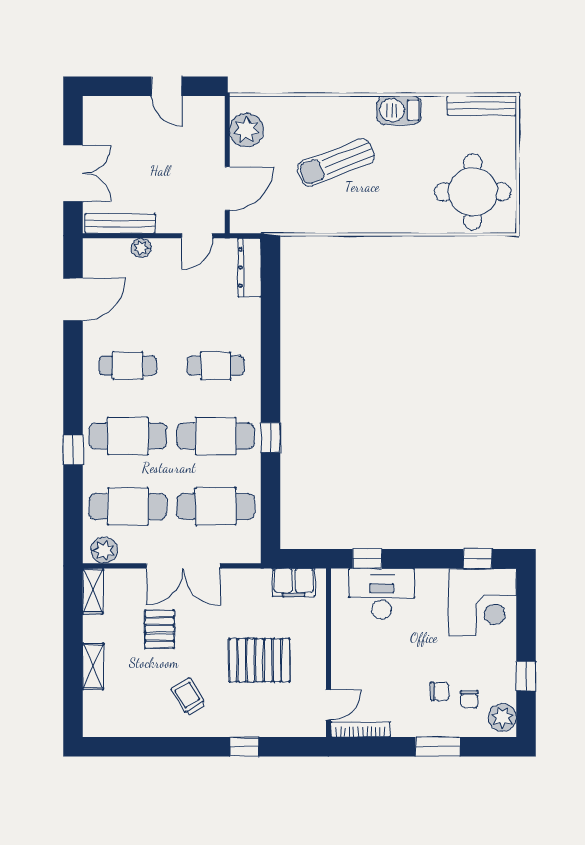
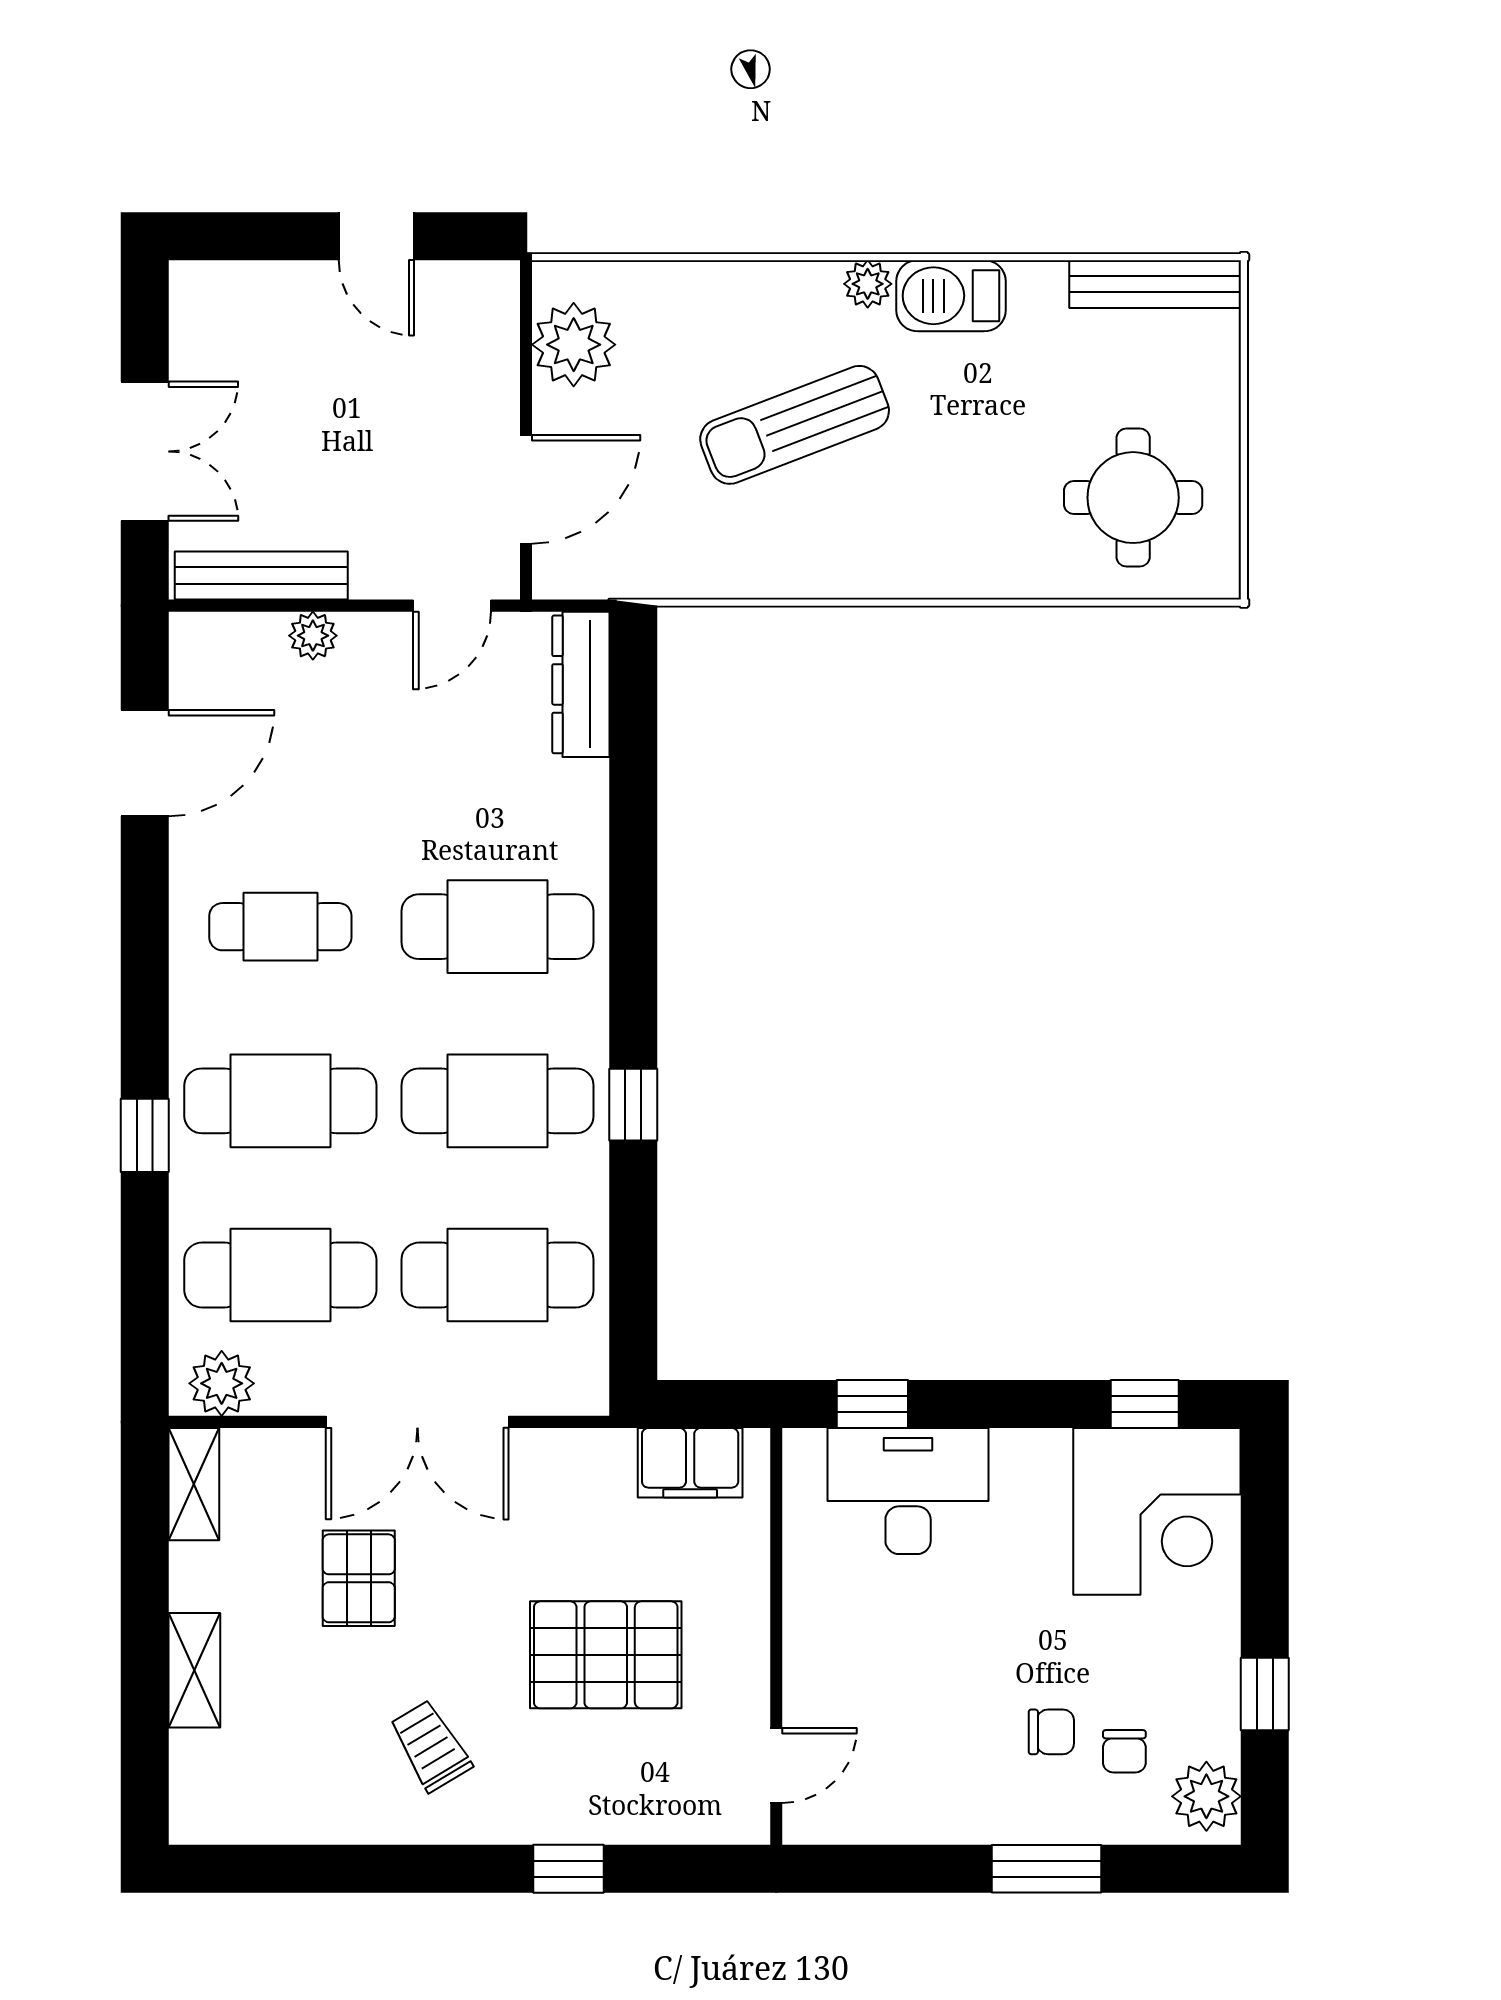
plant: (365, 106) -> (868, 284), added
round table: (473, 192) -> (1133, 498), width x0.73, depth x0.73
cafe table: (216, 366) -> (498, 927), width x1.37, depth x1.35
bookcase: (361, 729) -> (856, 1826), removed

